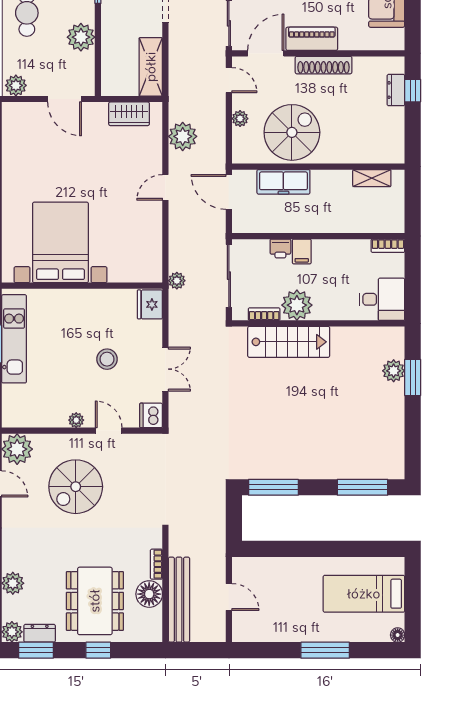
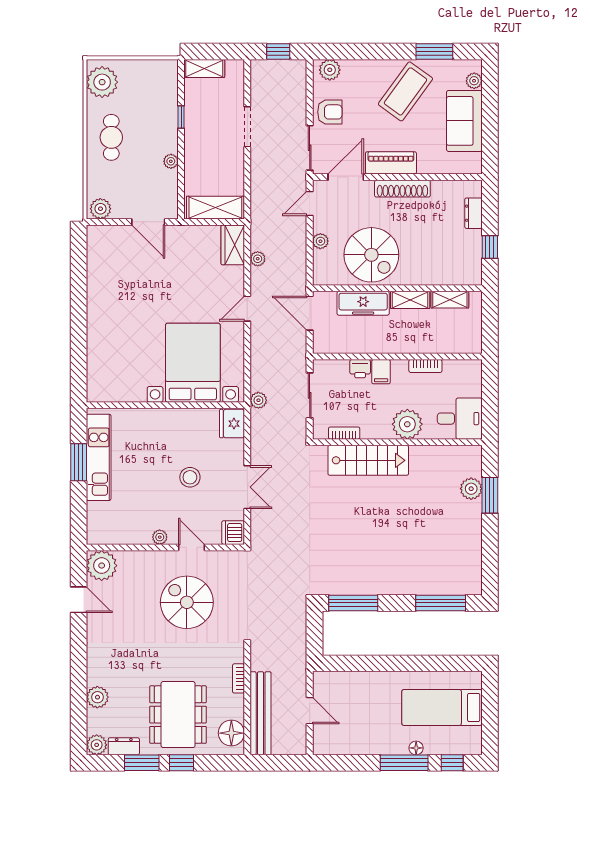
plant: (81, 37) -> (171, 161), width x0.53, depth x0.53
shelving: (151, 67) -> (215, 208), moved, turned 90
door: (229, 80) -> (310, 203), swing flipped
window: (413, 91) -> (490, 247), moved
wardrobe: (129, 114) -> (233, 245), moved, turned 90
spiral stairs: (292, 132) -> (371, 255), turned 90
plant: (183, 136) -> (258, 259), width x0.53, depth x0.53
shelving: (331, 178) -> (410, 300), added
bed with nightstands: (60, 242) -> (193, 363), moved
bookcase: (388, 246) -> (425, 366), moved
sliding door: (229, 276) -> (310, 395), width x0.73
plant: (297, 305) -> (407, 424), moved
spiral stairs: (76, 487) -> (187, 602), moved, turned 90
floor lamp: (149, 594) -> (231, 733), moved
floor lamp: (398, 635) -> (416, 748), moved
window: (36, 650) -> (142, 763), moved
window: (374, 650) -> (452, 763), added

